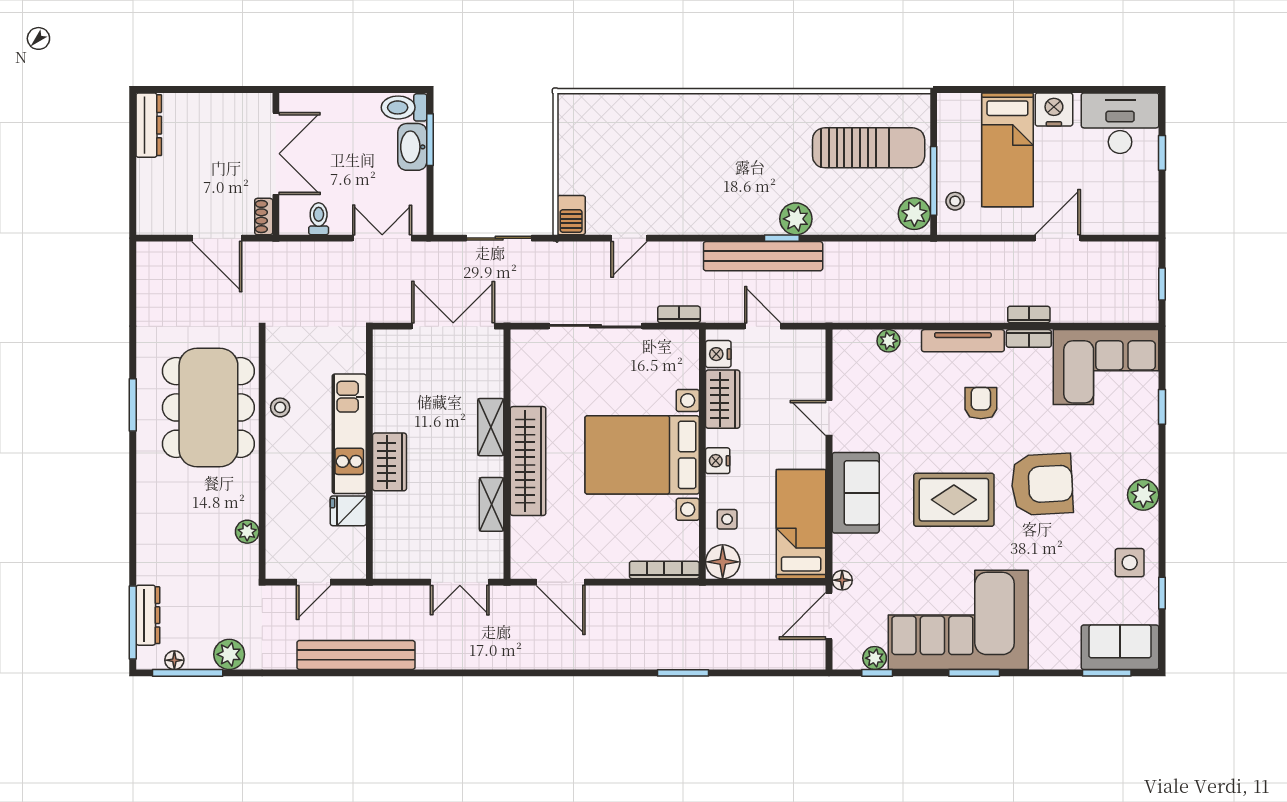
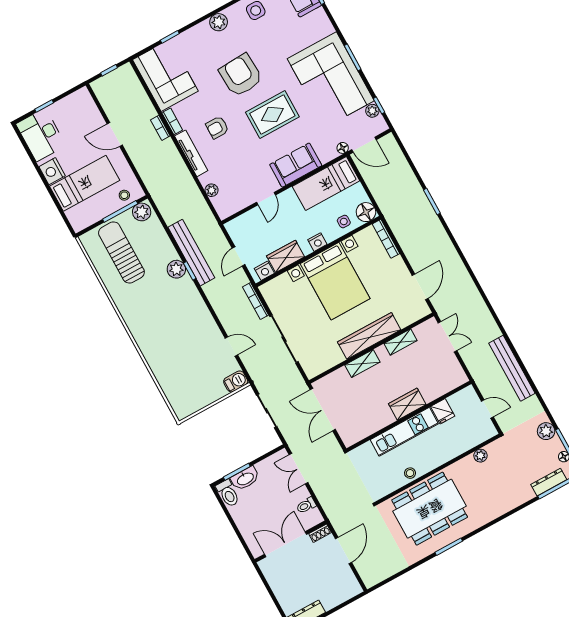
bench: (763, 256) -> (191, 253), moved
bookcase: (679, 314) -> (255, 301), width x1.56
rug: (954, 500) -> (272, 115), turned 90

